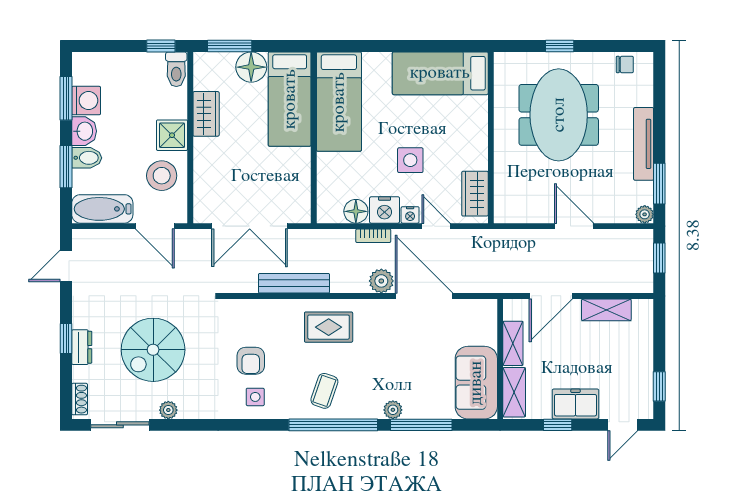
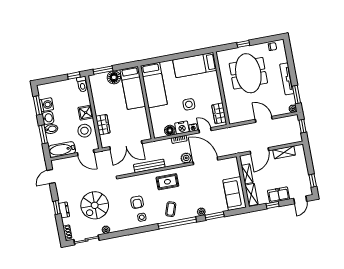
wardrobe: (206, 114) -> (103, 125), moved
window: (421, 425) -> (215, 216), width x0.69

